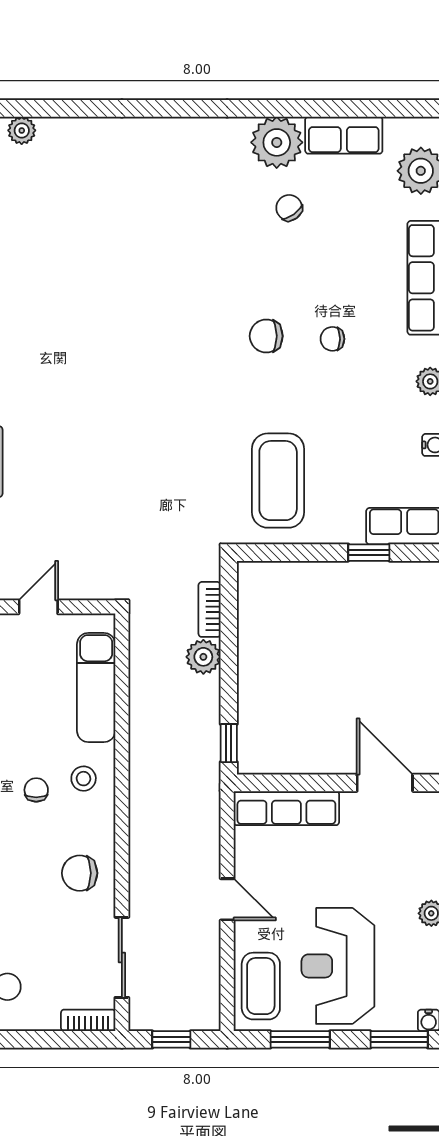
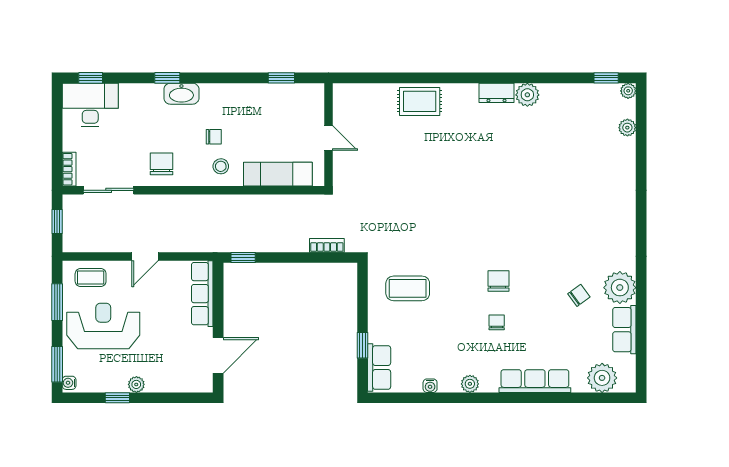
coffee table: (278, 481) -> (408, 288), width x0.73, depth x0.76
plant: (203, 657) -> (297, 241), removed
coffee table: (261, 986) -> (91, 278), width x0.73, depth x0.77

